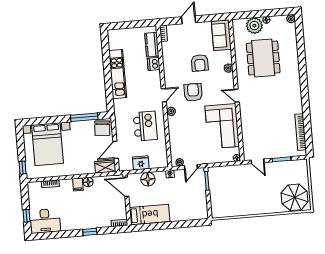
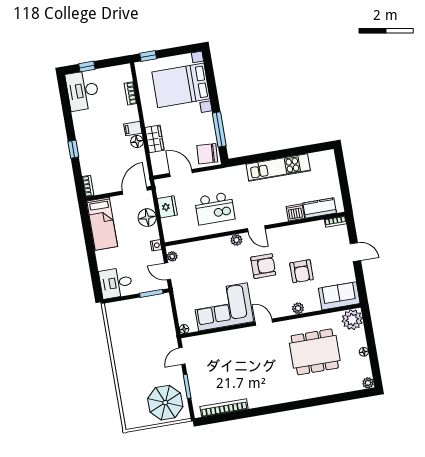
plant: (254, 26) -> (352, 320), moved
armchair: (200, 63) -> (302, 271), turned -90
door: (237, 96) -> (264, 322), hinge flipped
wardrobe: (105, 167) -> (155, 139), moved
parasol: (295, 197) -> (165, 403), moved
desk: (196, 208) -> (116, 283), added

